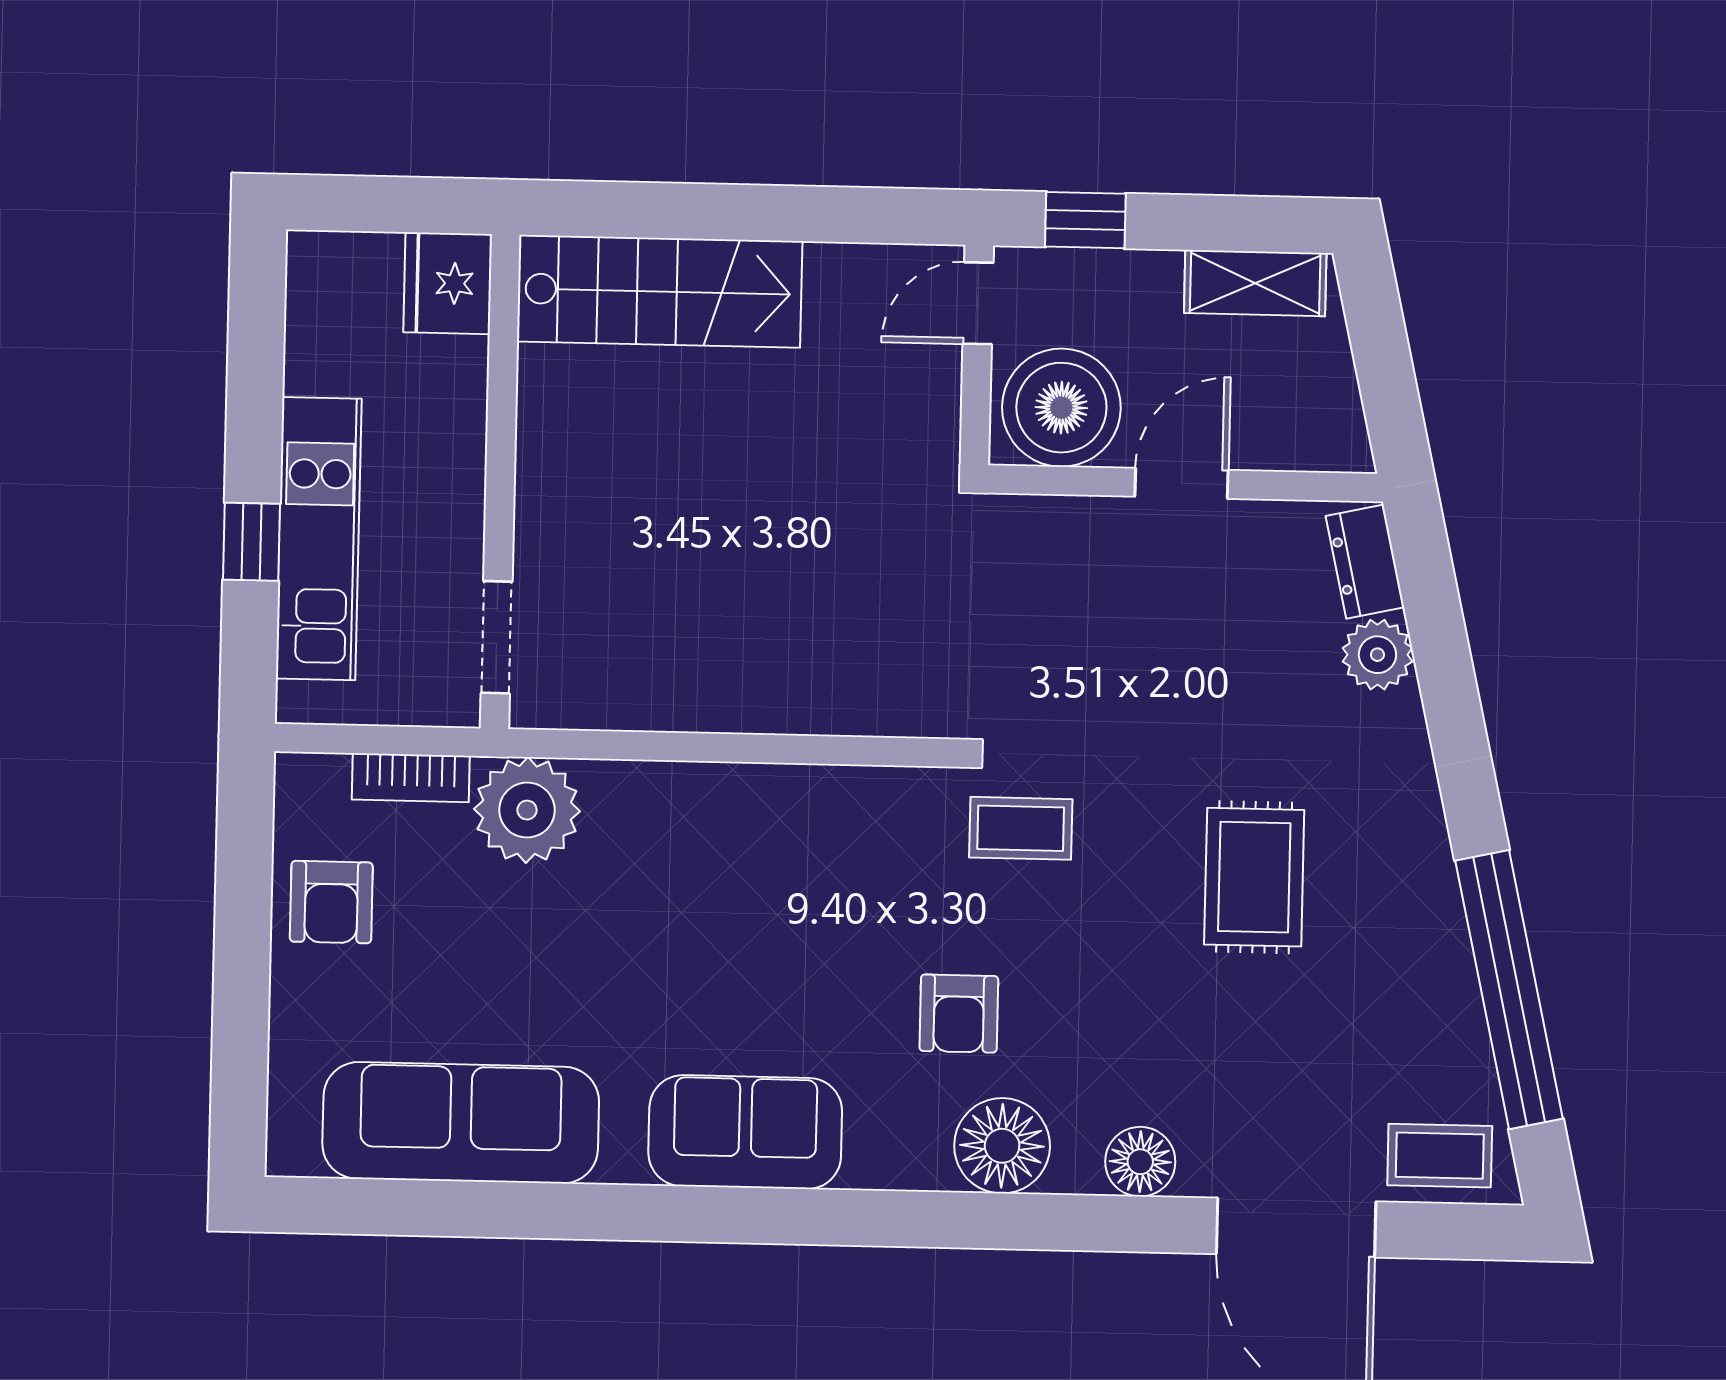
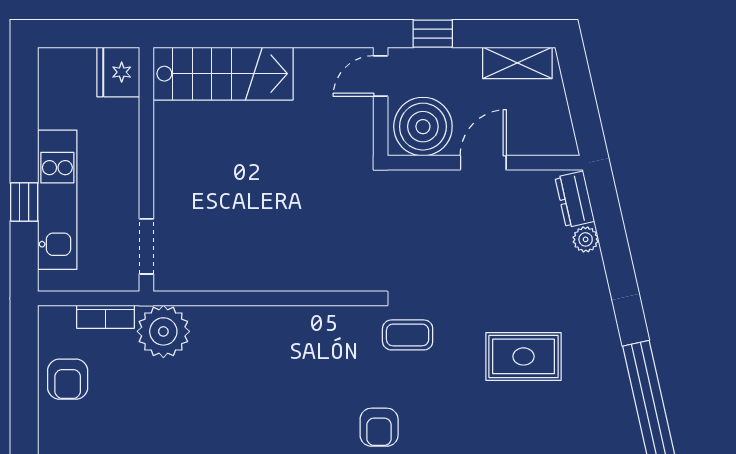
plant: (1377, 655) -> (586, 239), width x0.73, depth x0.73
rug: (1254, 877) -> (523, 356), turned 90

